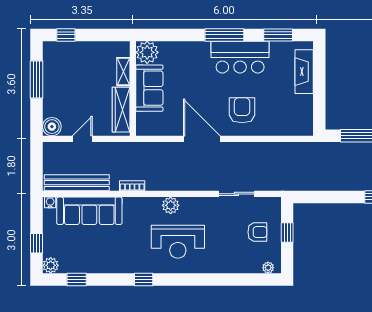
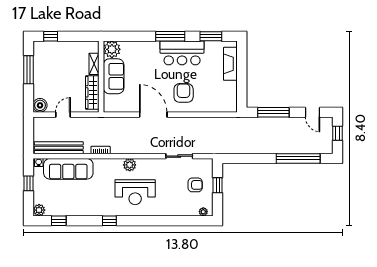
window: (37, 243) -> (28, 183), moved

